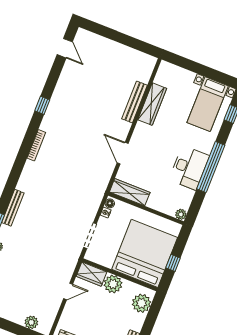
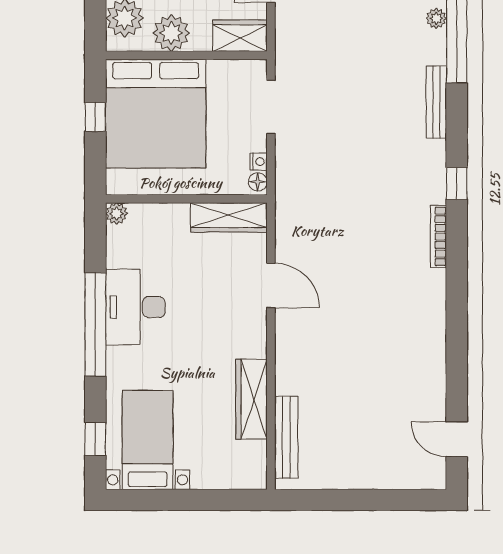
bench: (135, 102) -> (286, 437), moved
window: (42, 105) -> (457, 184), moved
plant: (113, 284) -> (171, 33), moved

